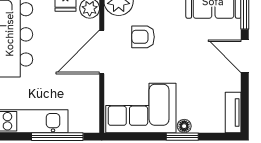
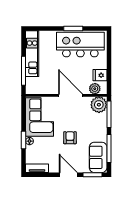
armchair: (143, 37) -> (70, 138), moved
door: (245, 56) -> (68, 175), hinge flipped

